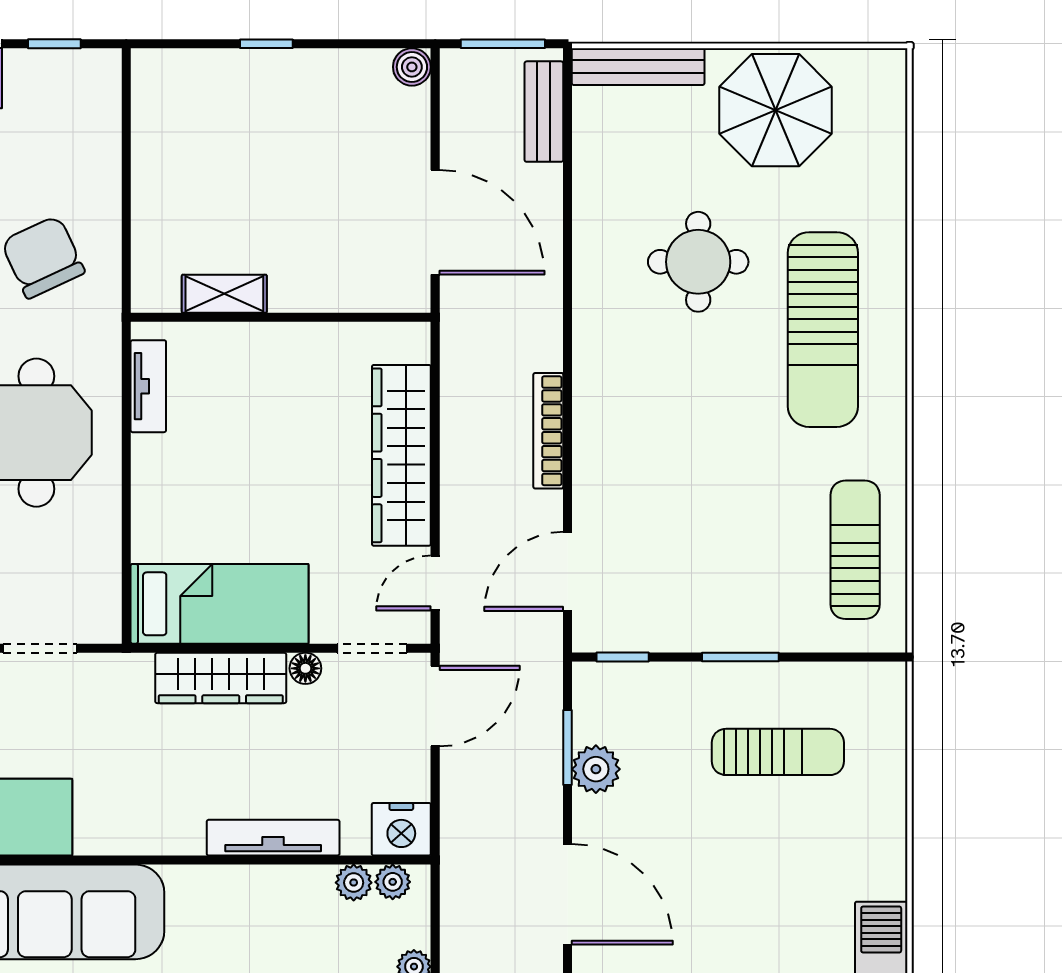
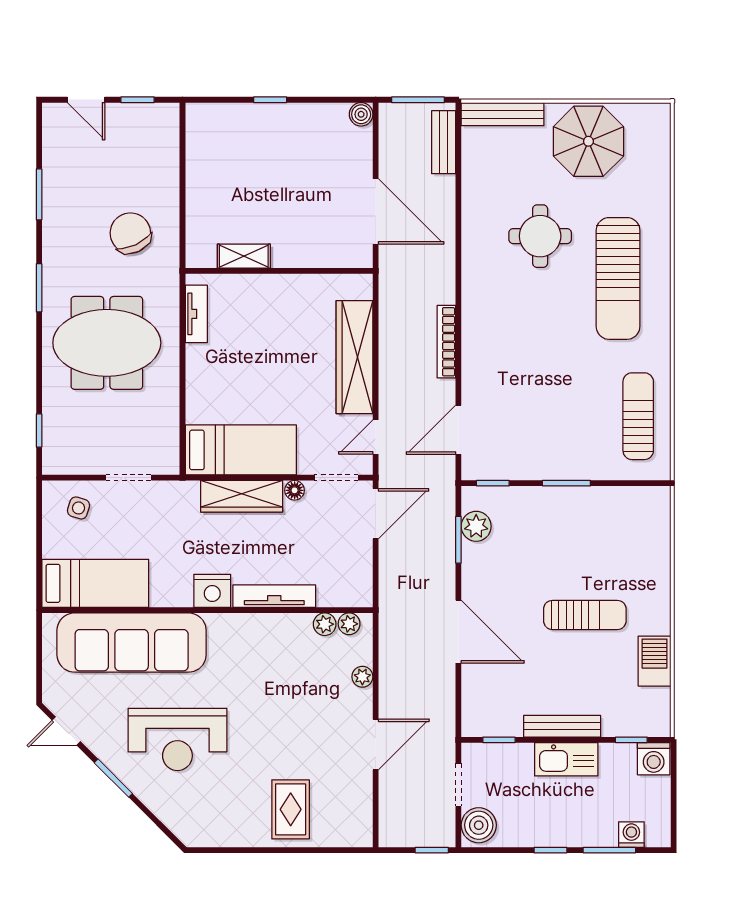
sun lounger: (778, 752) -> (585, 615), moved
plant: (596, 769) -> (476, 526), moved
nightstand: (401, 829) -> (212, 591), moved

